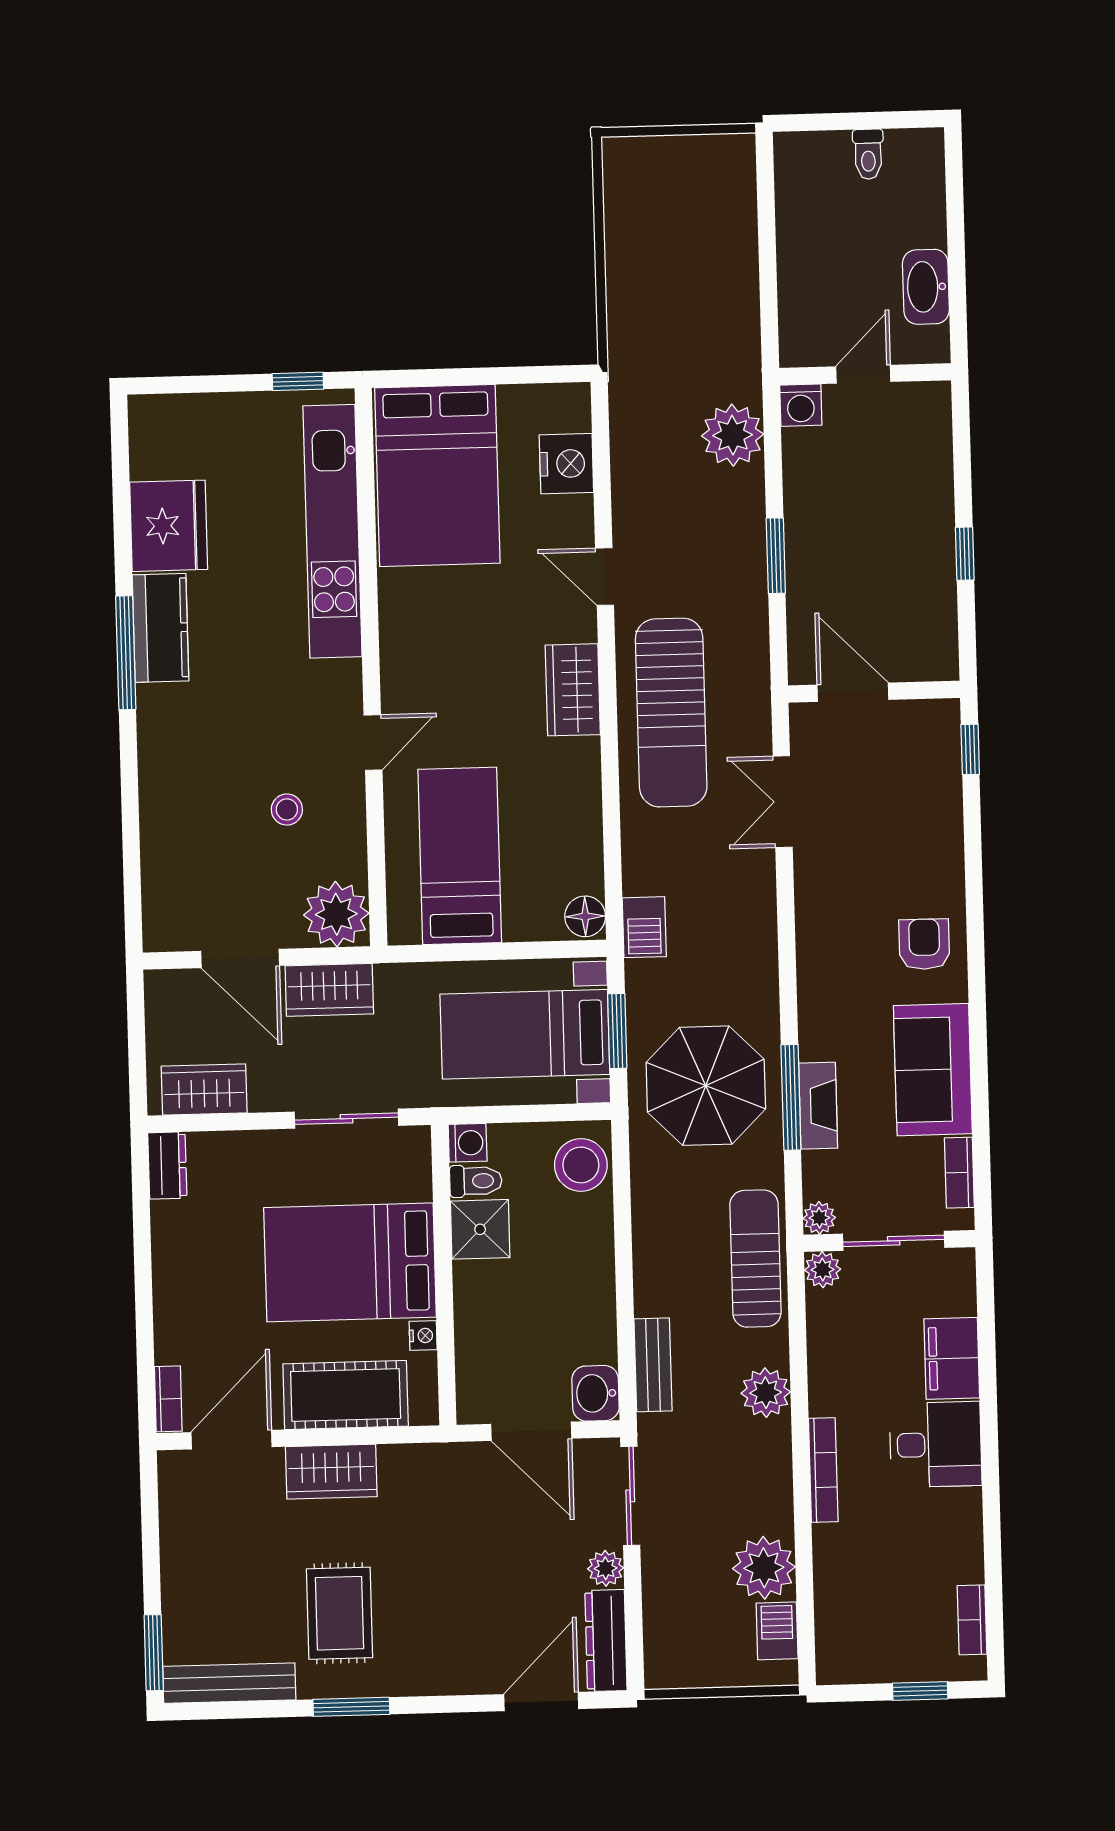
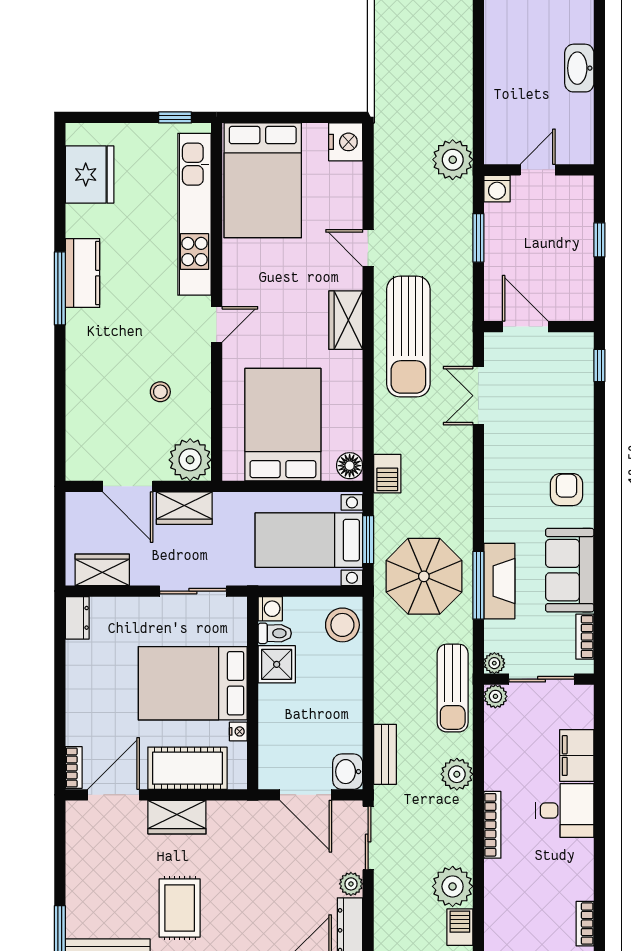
door: (863, 374) -> (538, 170), moved
wall: (865, 374) -> (539, 170), moved
washing machine: (801, 405) -> (497, 189), moved
nightstand: (566, 464) -> (346, 142), moved
fridge: (169, 526) -> (90, 175), moved
door: (373, 742) -> (217, 324), moved
bed: (460, 856) -> (283, 425), width x1.50
fireplace: (818, 1106) -> (499, 581), width x1.37, depth x1.32
sun lounger: (755, 1259) -> (453, 688), turned 180

